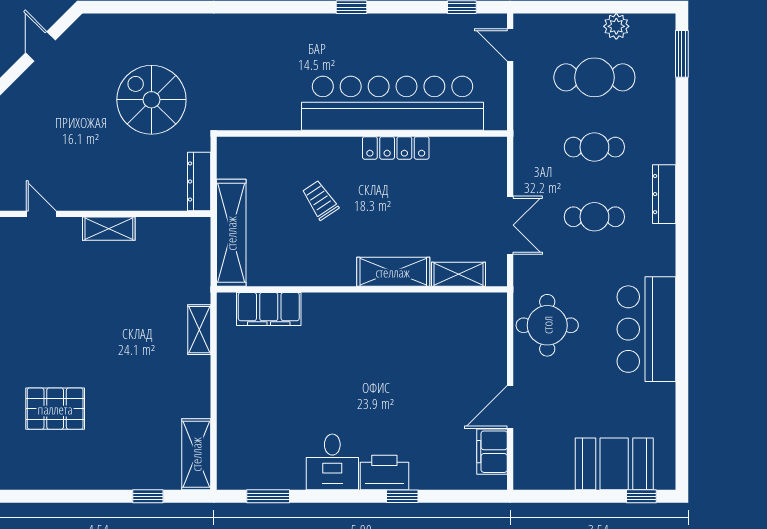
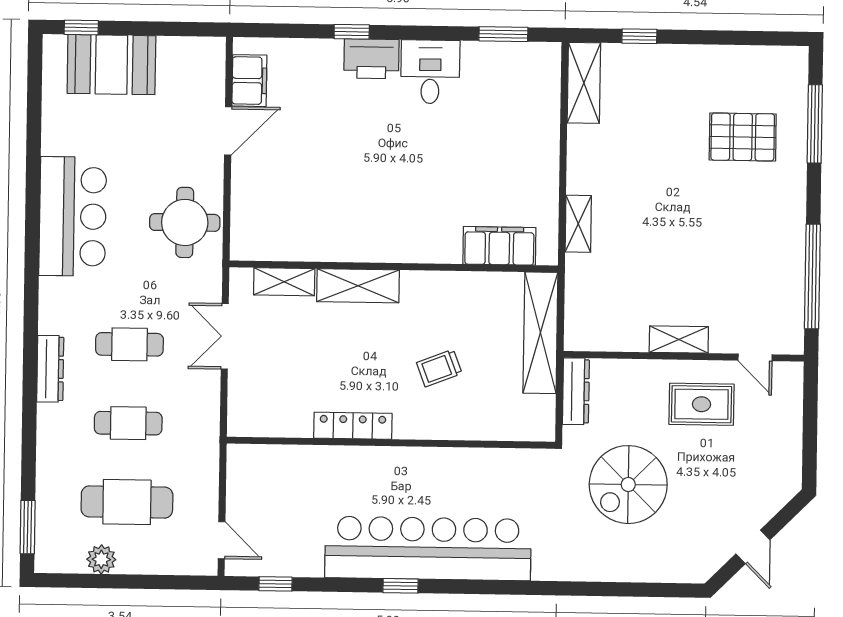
spiral stairs: (151, 100) -> (628, 485), turned 90
bar counter: (393, 103) -> (428, 548), moved, turned 180
rug: (88, 172) -> (701, 404), added
trolley: (320, 200) -> (439, 368), turned 103

